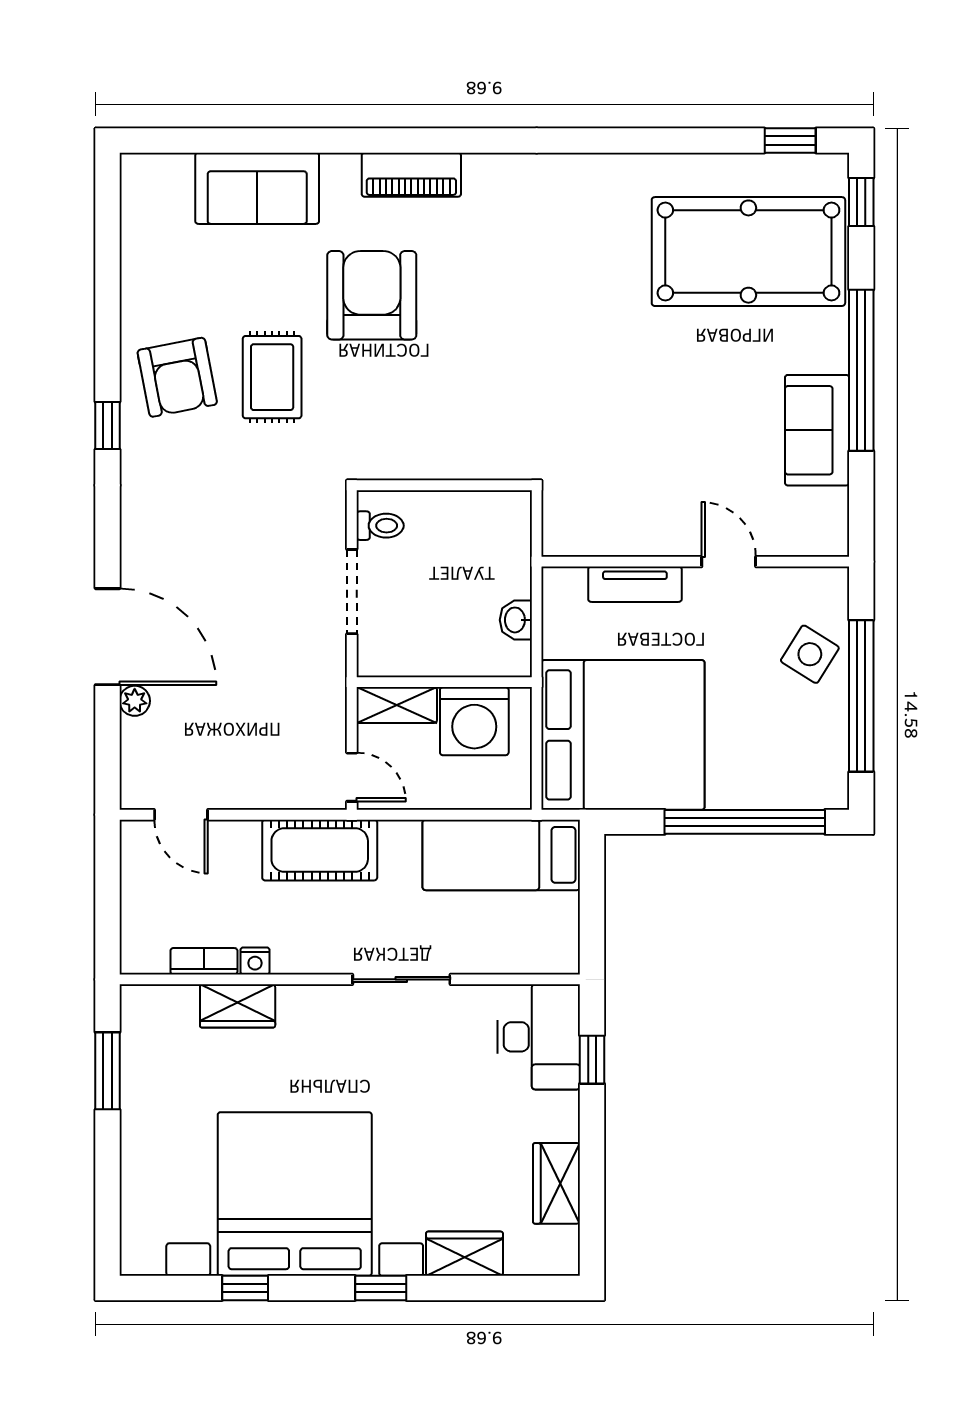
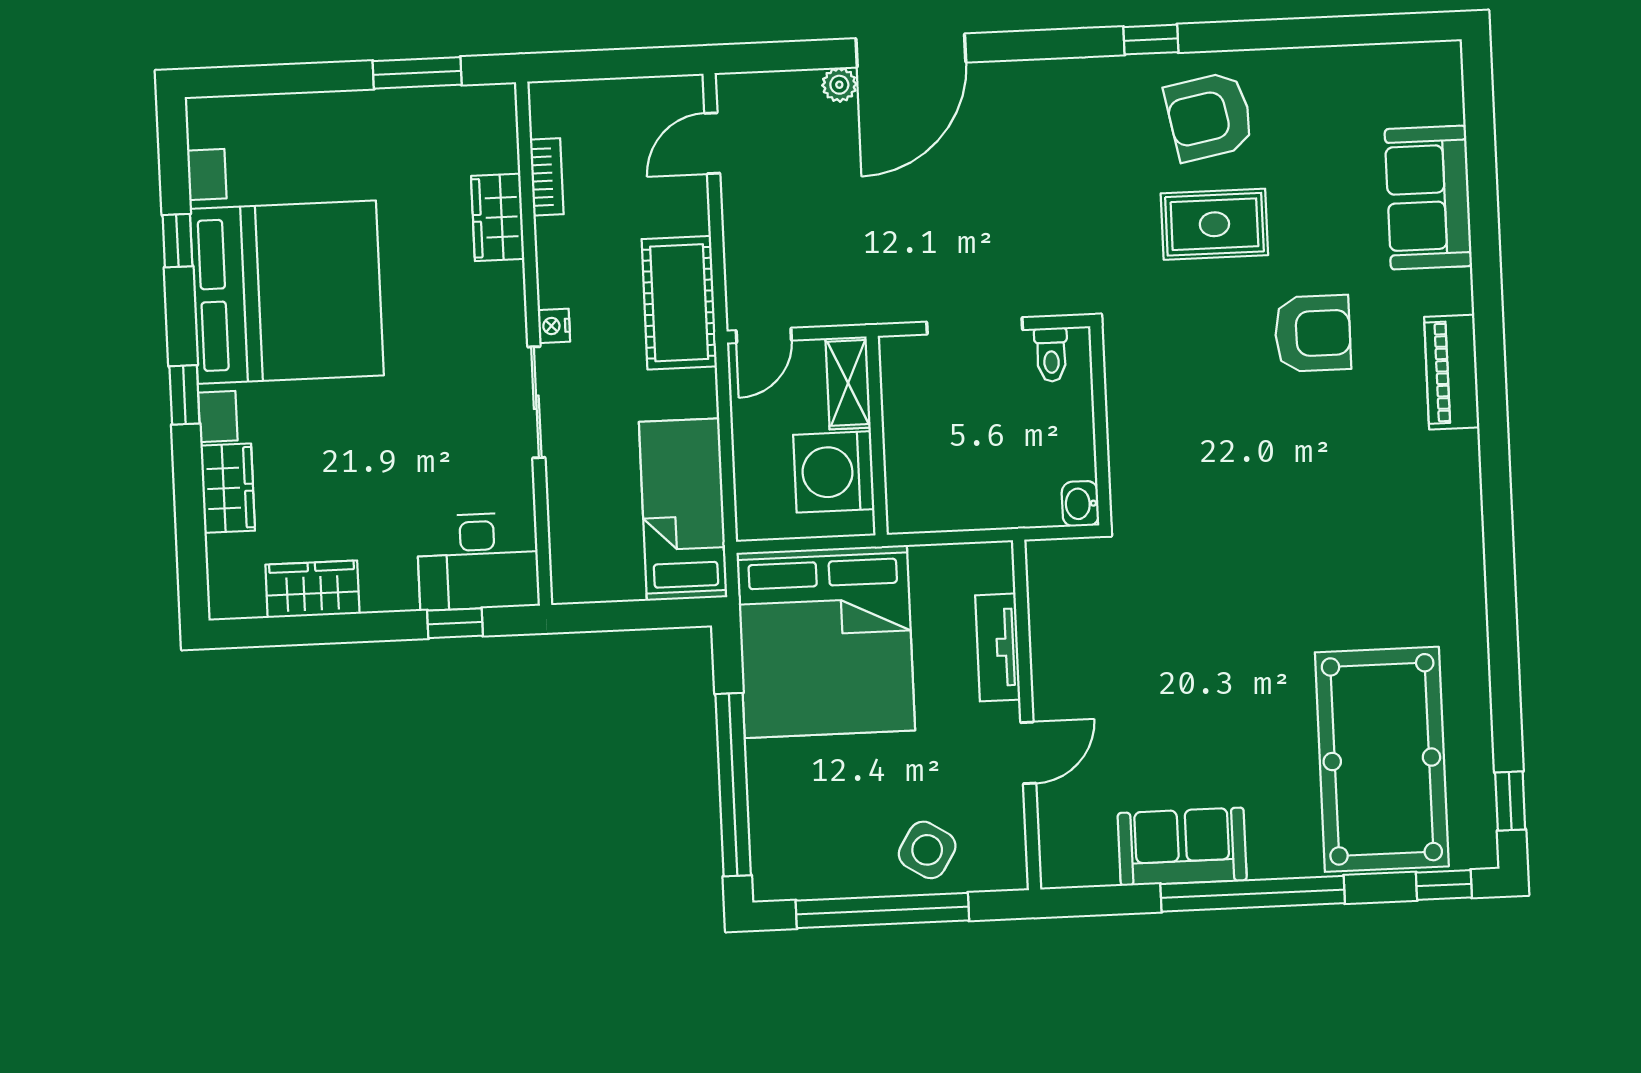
armchair: (372, 295) -> (1313, 333), width x0.73, depth x0.73
washbasin: (516, 620) -> (1080, 504), moved, turned -90
nightstand: (255, 961) -> (554, 326), moved

